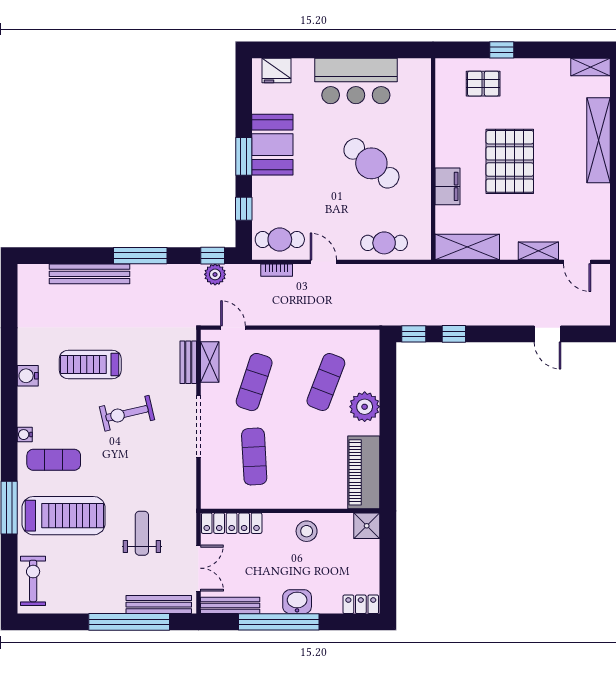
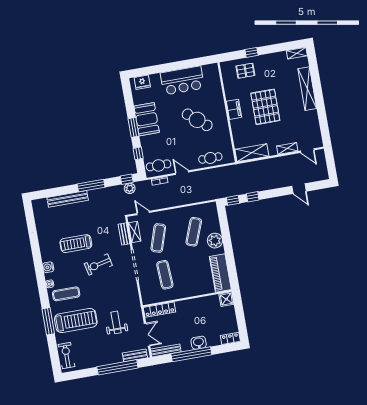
filing cabinet: (447, 186) -> (234, 109), moved
water cooler: (28, 376) -> (48, 267), moved
stool: (307, 531) -> (197, 307), removed
bench: (159, 605) -> (135, 355), width x0.73

